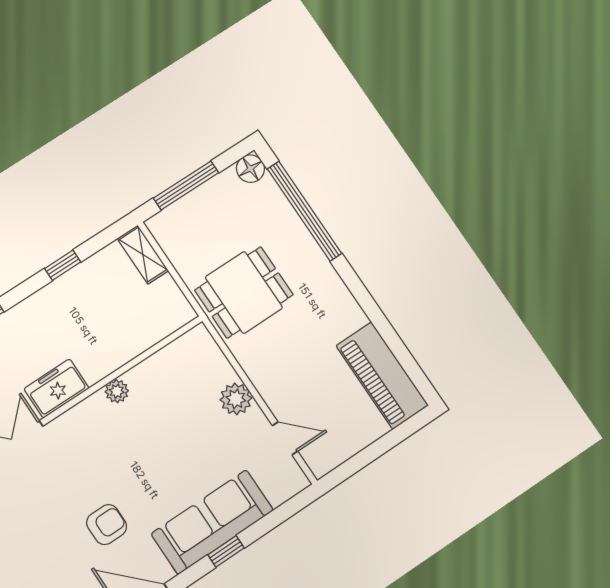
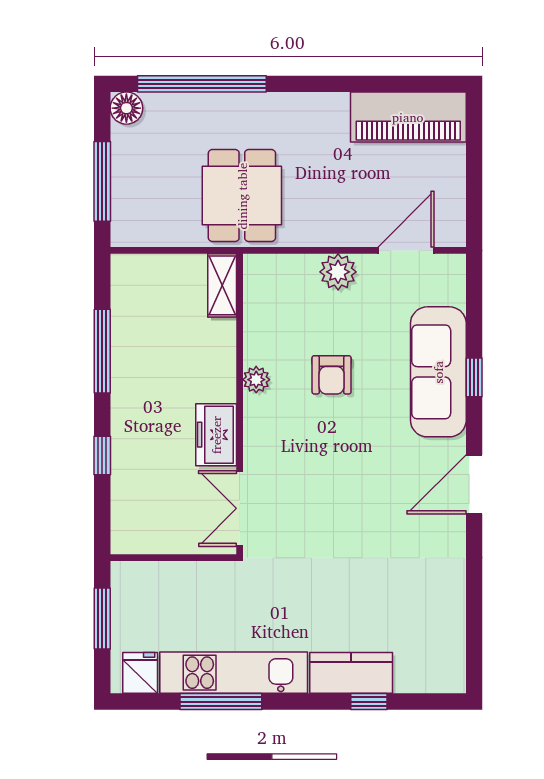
shelving: (143, 255) -> (222, 285), moved, turned 90
window: (63, 265) -> (102, 351), width x2.17
door: (285, 438) -> (406, 250), width x1.38
armchair: (107, 525) -> (332, 375), moved, turned 180

